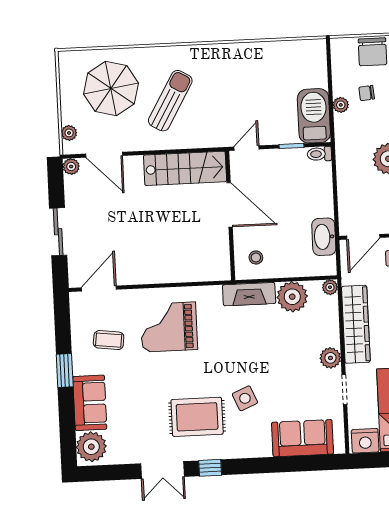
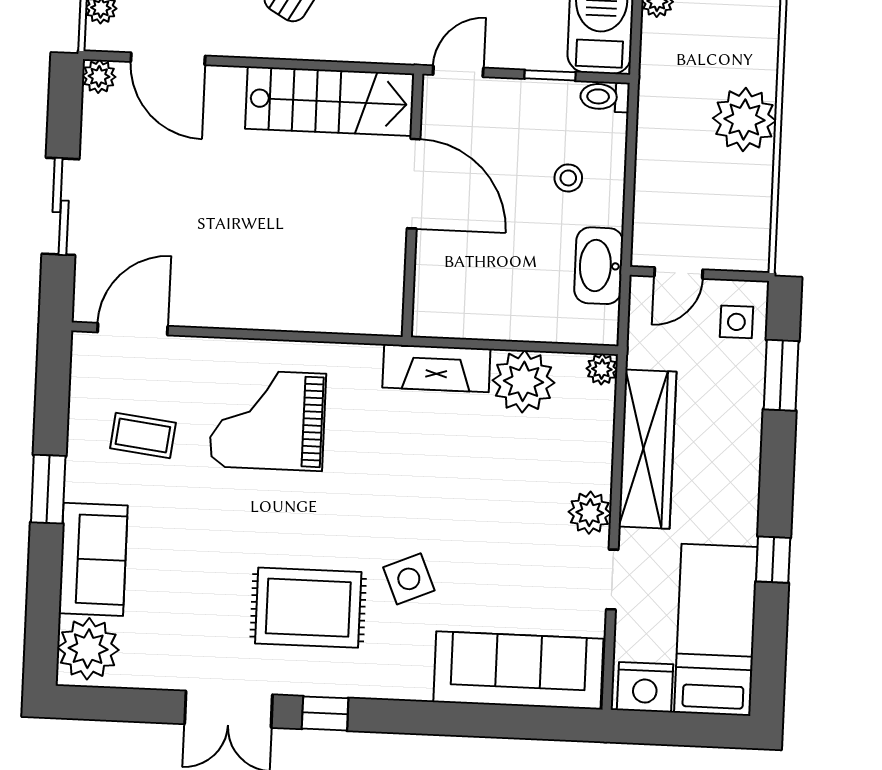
door: (363, 237) -> (678, 273), width x0.73
stool: (256, 257) -> (568, 178), moved
sofa: (303, 438) -> (518, 670), width x1.36

